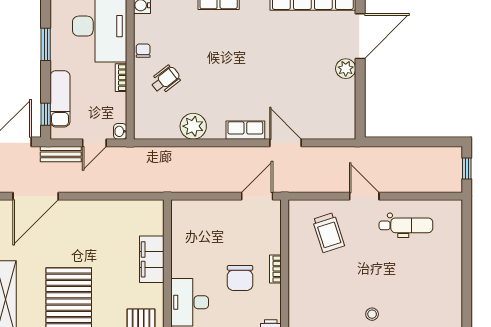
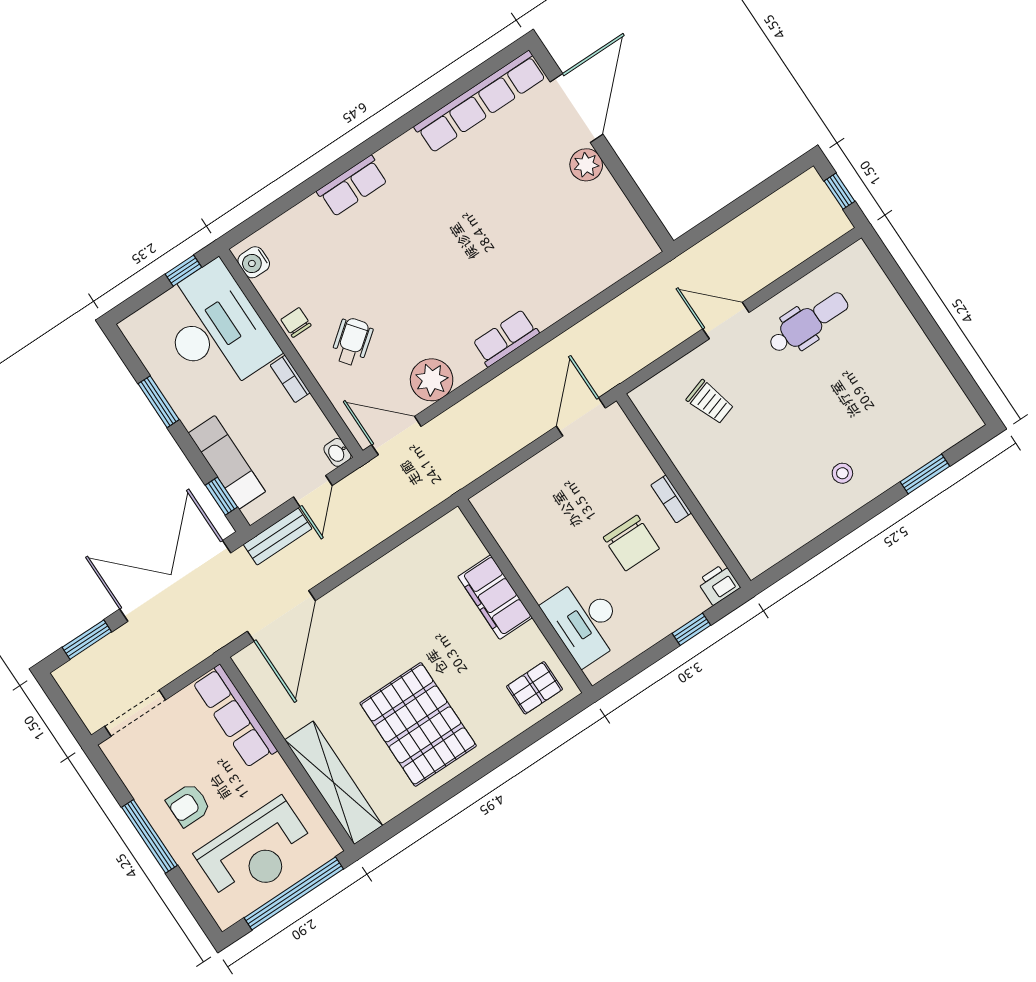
door: (285, 143) -> (396, 436), moved
trolley: (328, 233) -> (710, 402), width x0.73, depth x0.72

